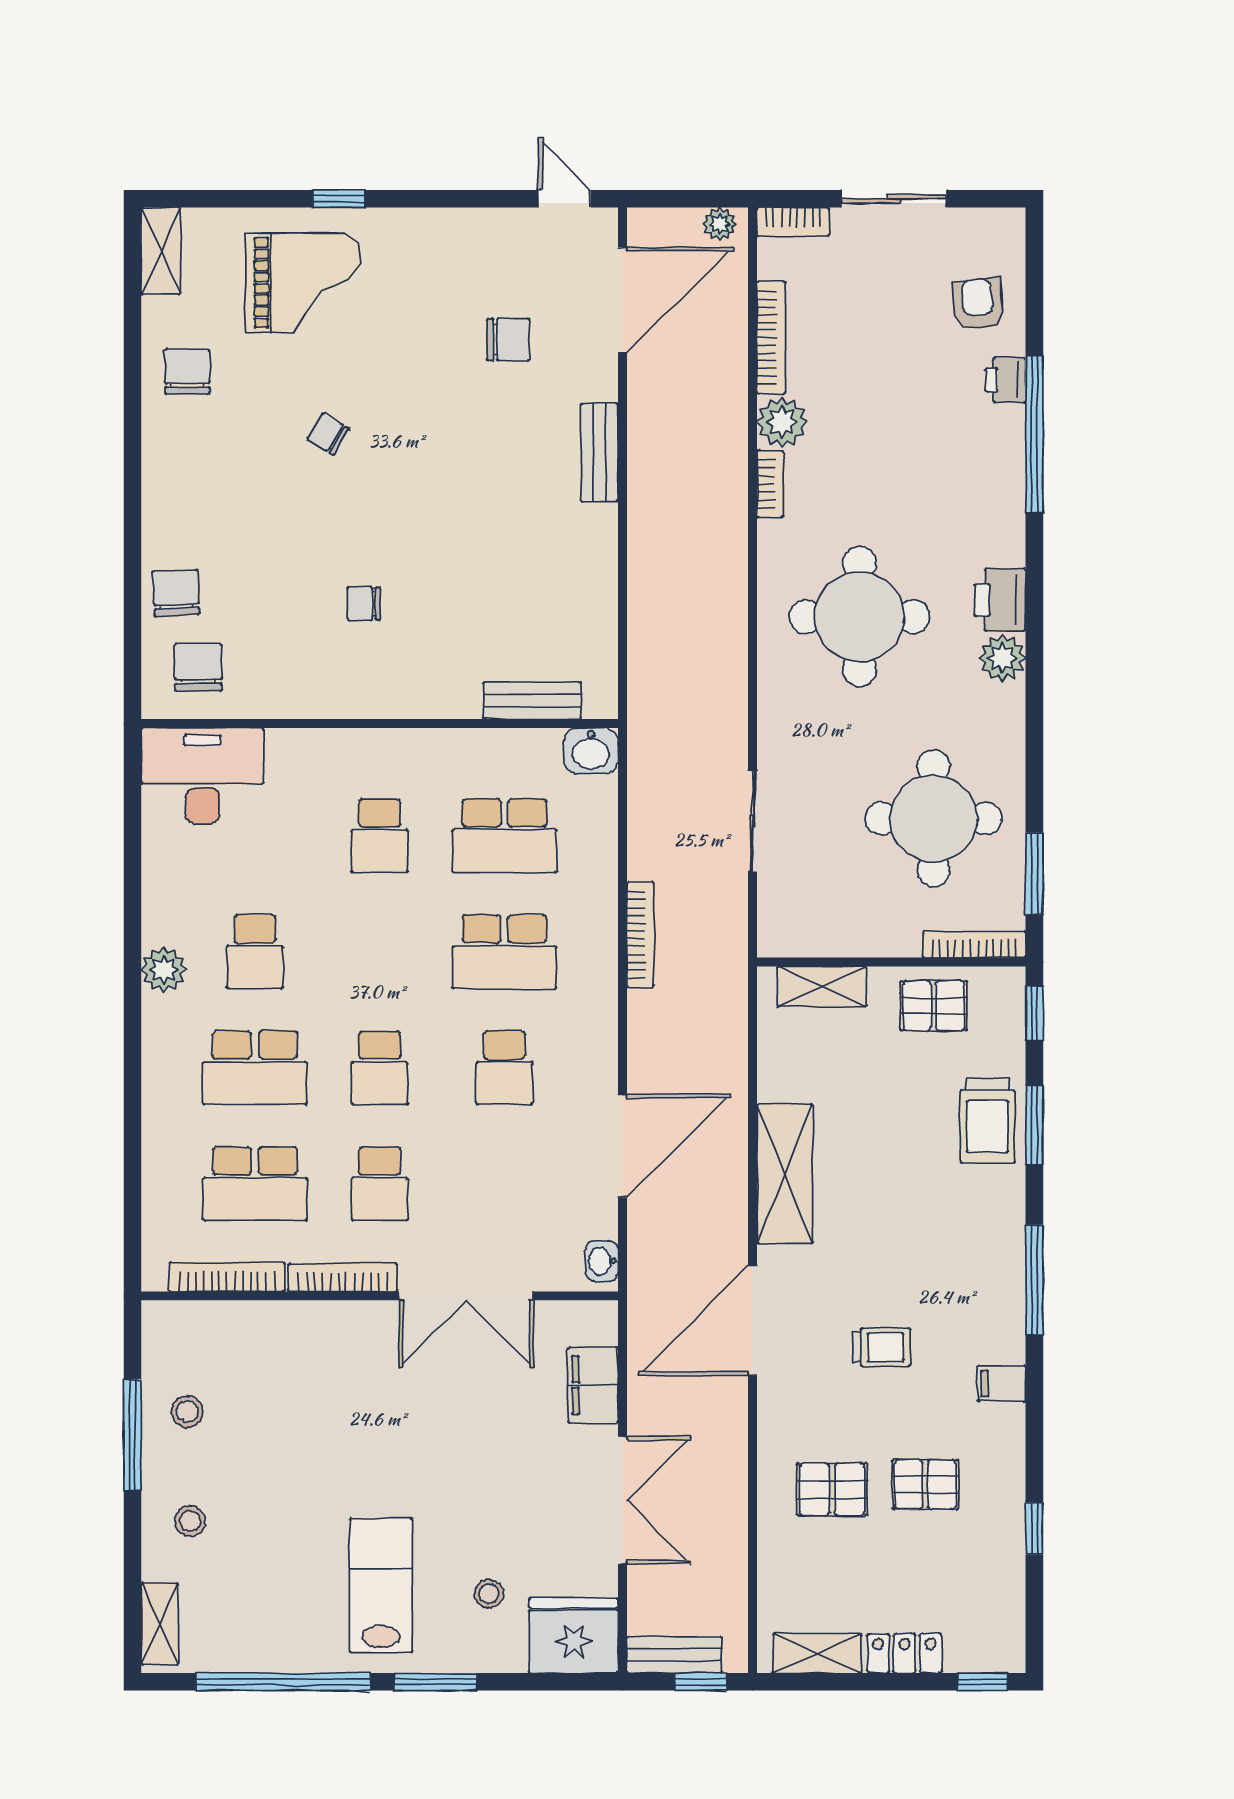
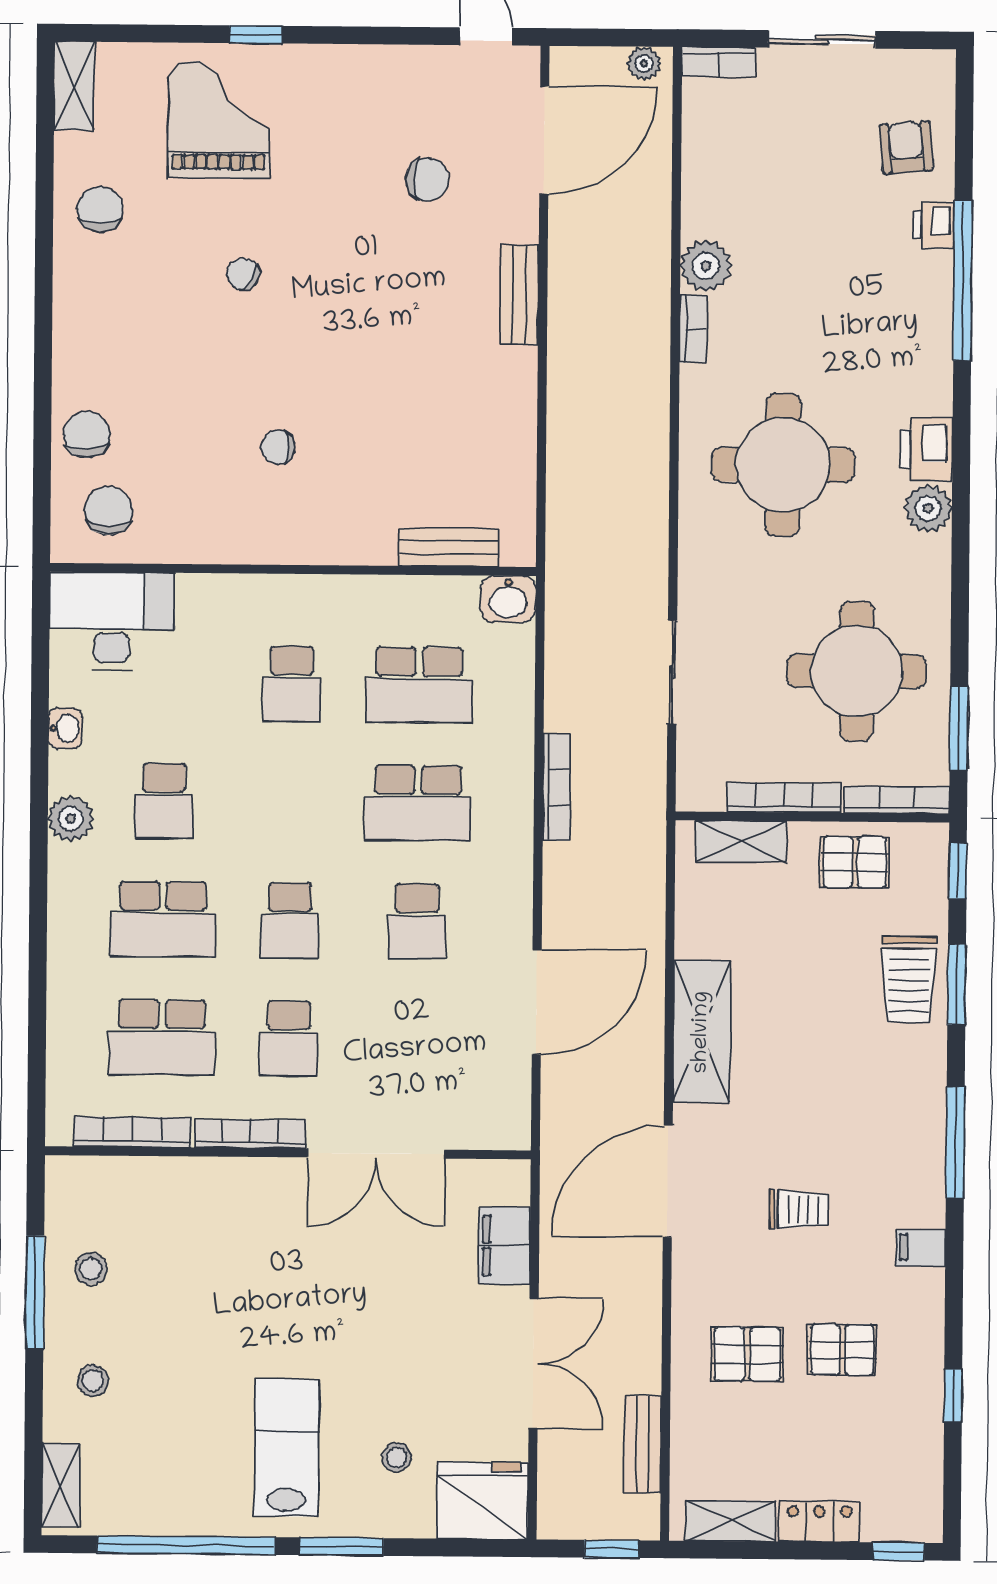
grand piano: (303, 283) -> (219, 120), turned -90
bookcase: (771, 338) -> (784, 798), moved, turned -90
washbasin: (602, 1261) -> (65, 728), moved, turned 180
bench: (674, 1655) -> (642, 1444), moved, turned 90

